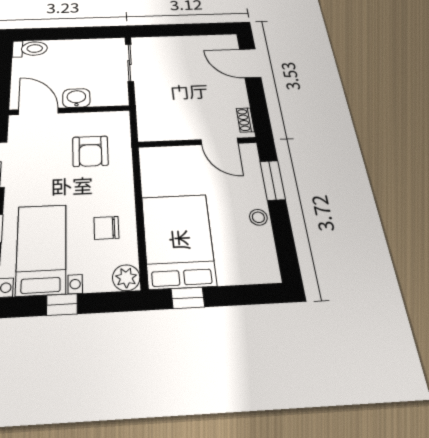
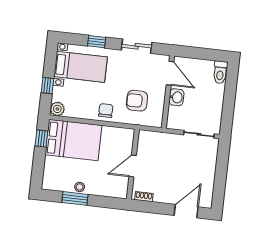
door: (38, 111) -> (170, 73), hinge flipped
door: (219, 141) -> (133, 166), moved
window: (273, 180) -> (75, 198), moved
chair: (106, 228) -> (106, 111), moved
window: (62, 305) -> (47, 86), moved

